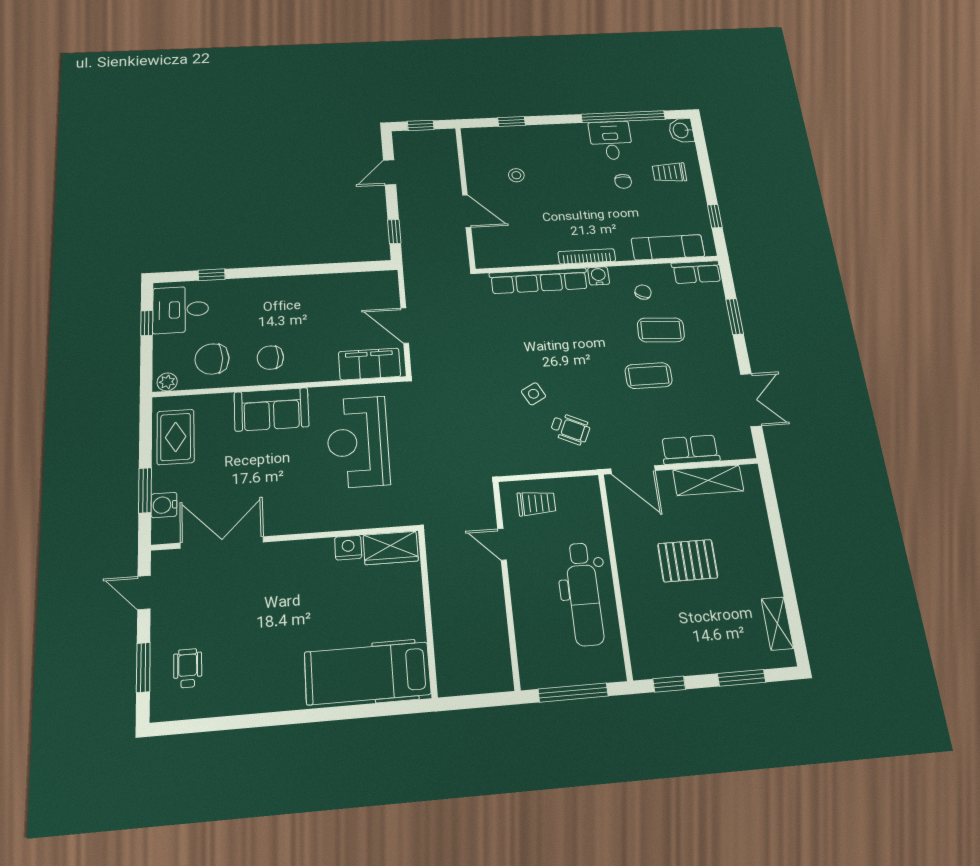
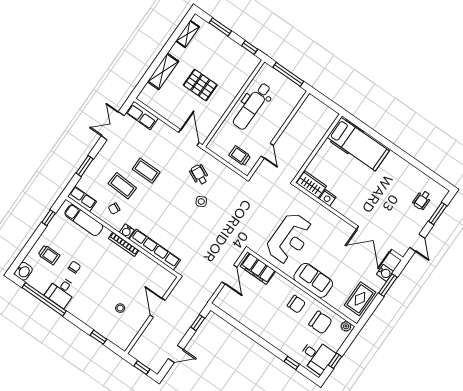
row of seats: (690, 450) -> (142, 115), moved
shelving: (708, 480) -> (163, 71), moved, turned 90
dental chair: (584, 594) -> (252, 106), turned 180

